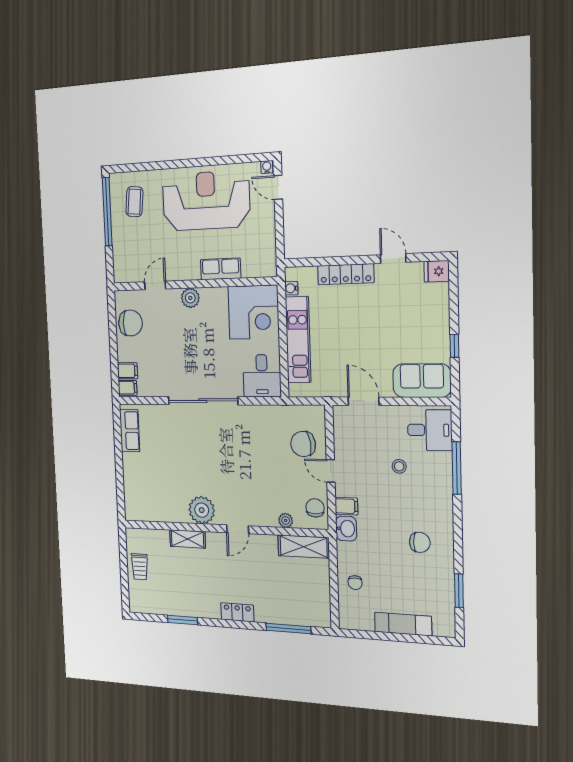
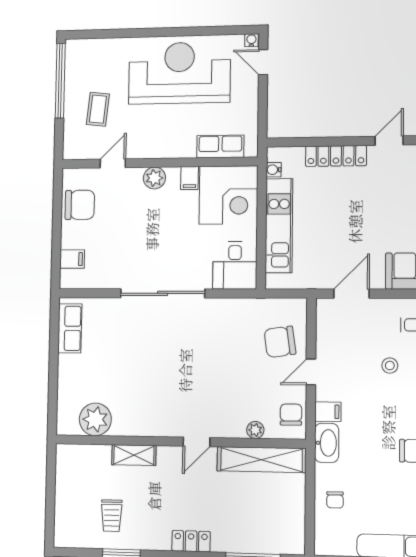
coffee table: (134, 202) -> (98, 109), moved
door: (393, 259) -> (389, 141), hinge flipped
row of seats: (221, 269) -> (220, 147), moved
filing cabinet: (128, 388) -> (190, 178), moved, turned 90
door: (364, 401) -> (351, 294), hinge flipped
door: (331, 471) -> (311, 372), hinge flipped
plant: (202, 510) -> (95, 419), moved
washbasin: (346, 529) -> (327, 443), width x1.38
shelving: (304, 547) -> (261, 460), width x1.47
trolley: (140, 567) -> (112, 516), moved

